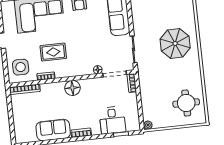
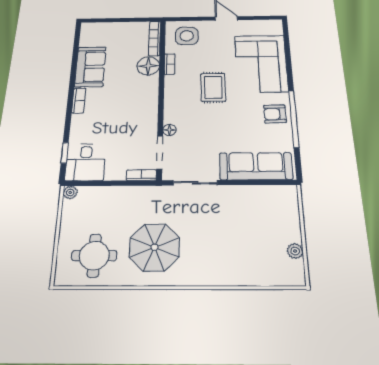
parasol: (175, 43) -> (154, 247), moved
rug: (53, 52) -> (213, 87), moved
floor lamp: (72, 88) -> (148, 66), moved
desk: (112, 120) -> (85, 162), moved, turned -90

